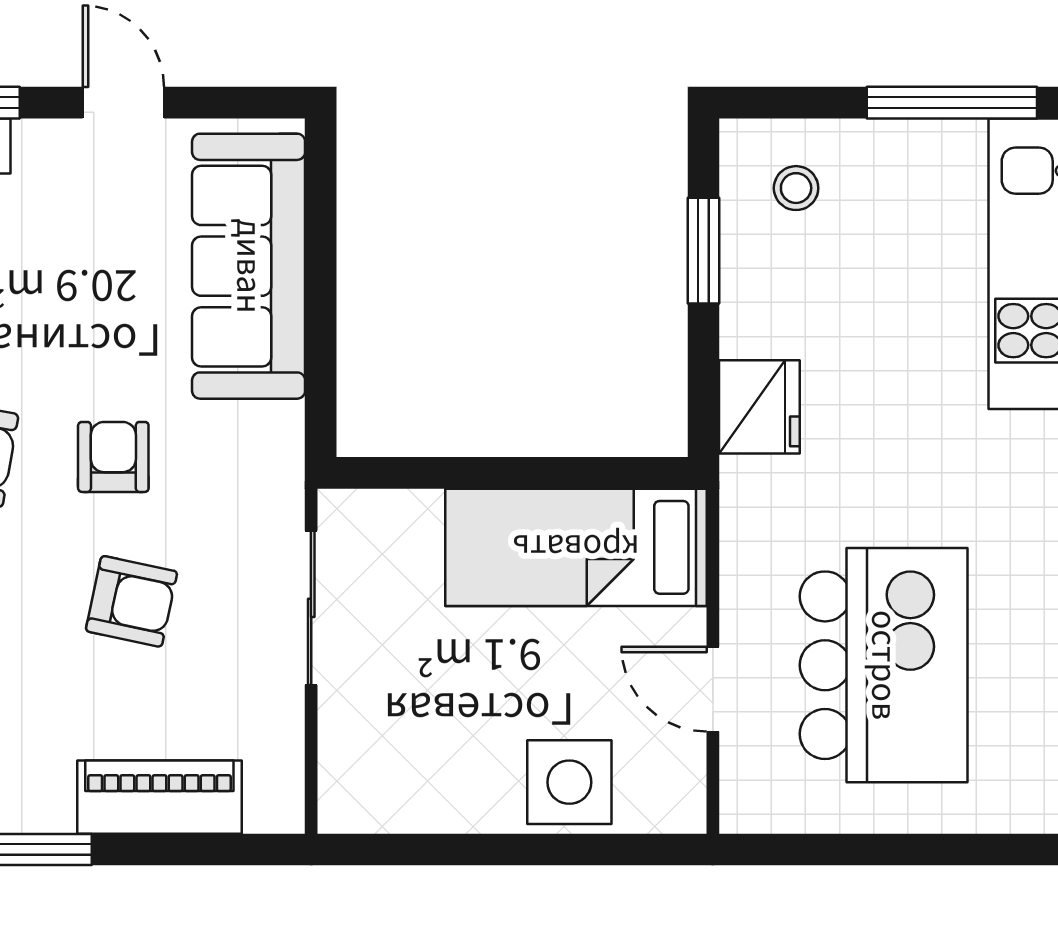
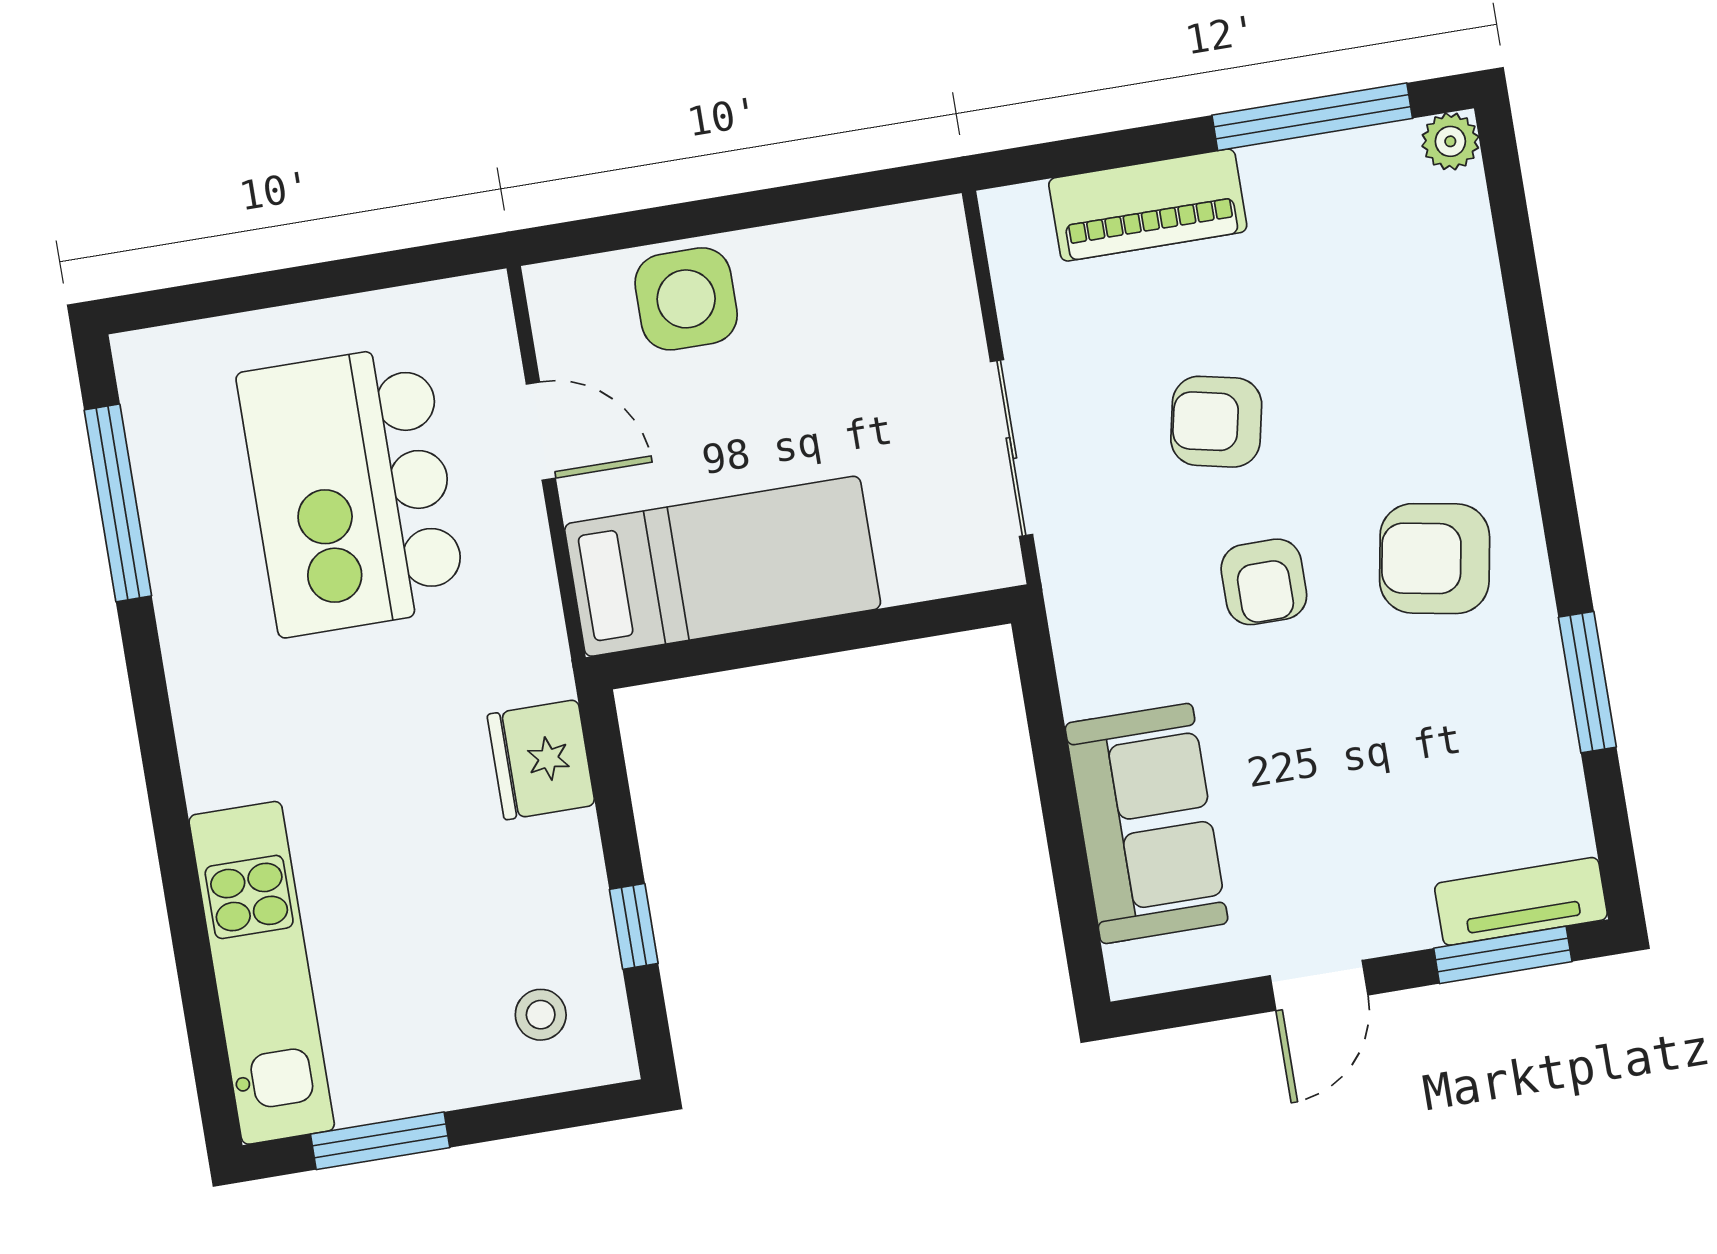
door: (123, 103) -> (1319, 985), hinge flipped
window: (952, 103) -> (380, 1141), width x0.69
window: (703, 251) -> (634, 926), width x0.67
sofa: (249, 266) -> (1146, 823), width x0.73

